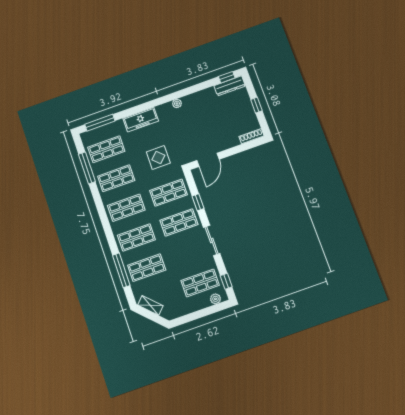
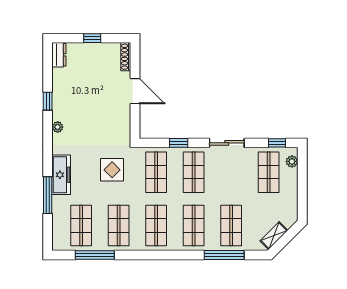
window: (227, 77) -> (48, 101), moved
dresser: (230, 86) -> (59, 55), width x0.70
window: (100, 123) -> (48, 195), moved
door: (208, 160) -> (135, 91), moved

